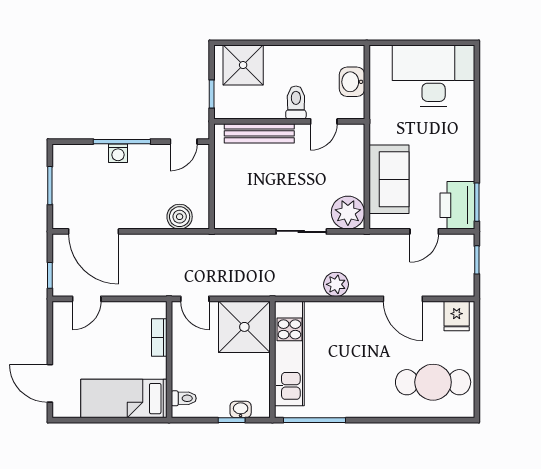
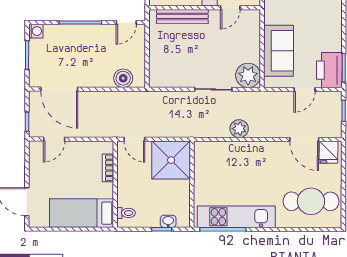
washing machine: (118, 153) -> (36, 31), moved, turned -90
door: (403, 299) -> (304, 140), moved
kitchen unit: (289, 353) -> (236, 217), moved, turned -90

